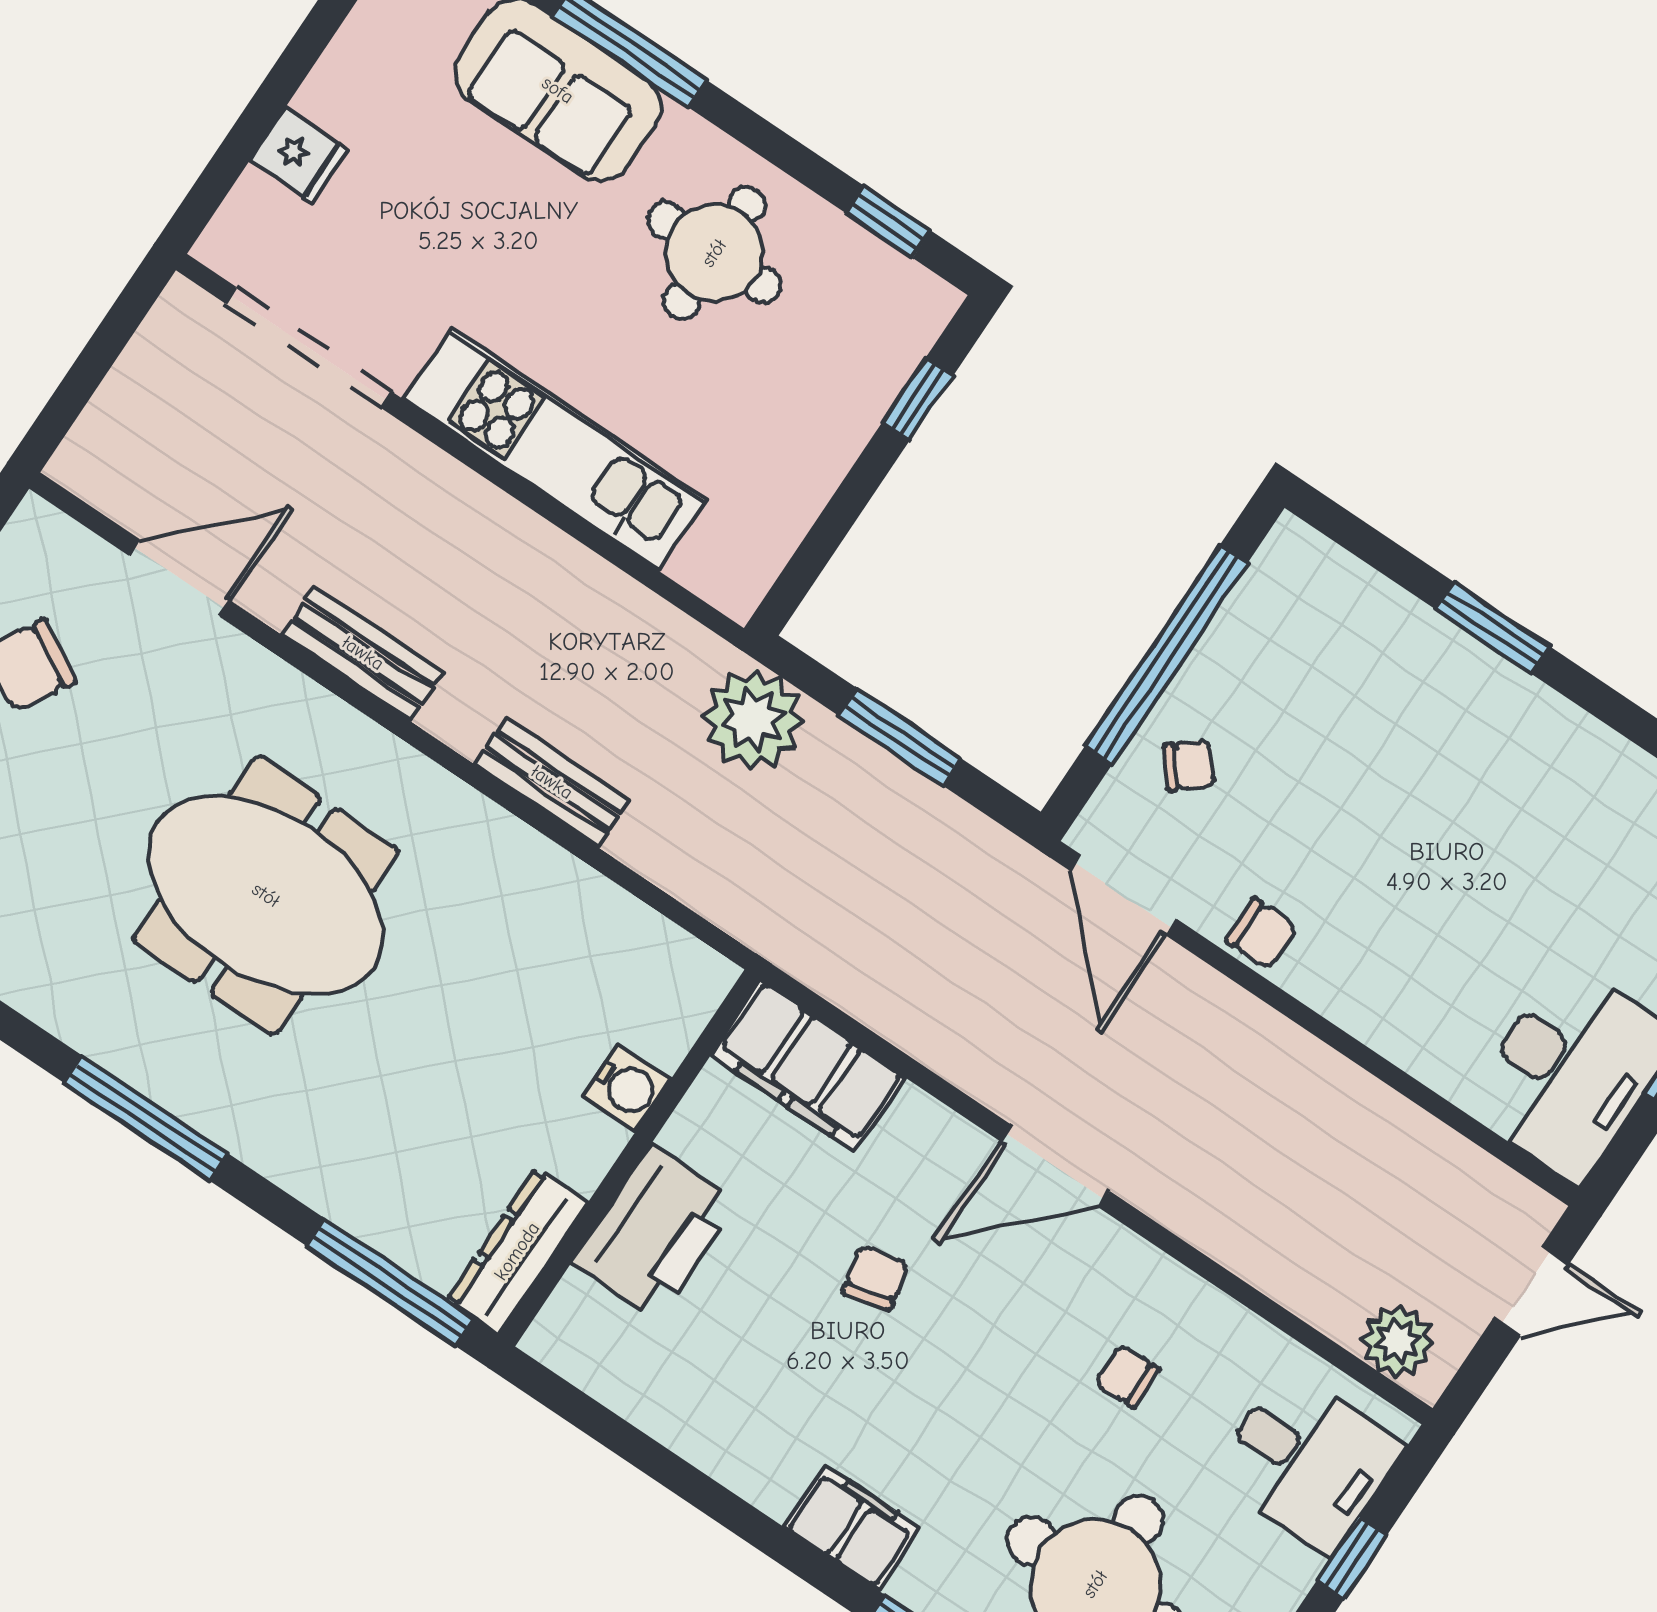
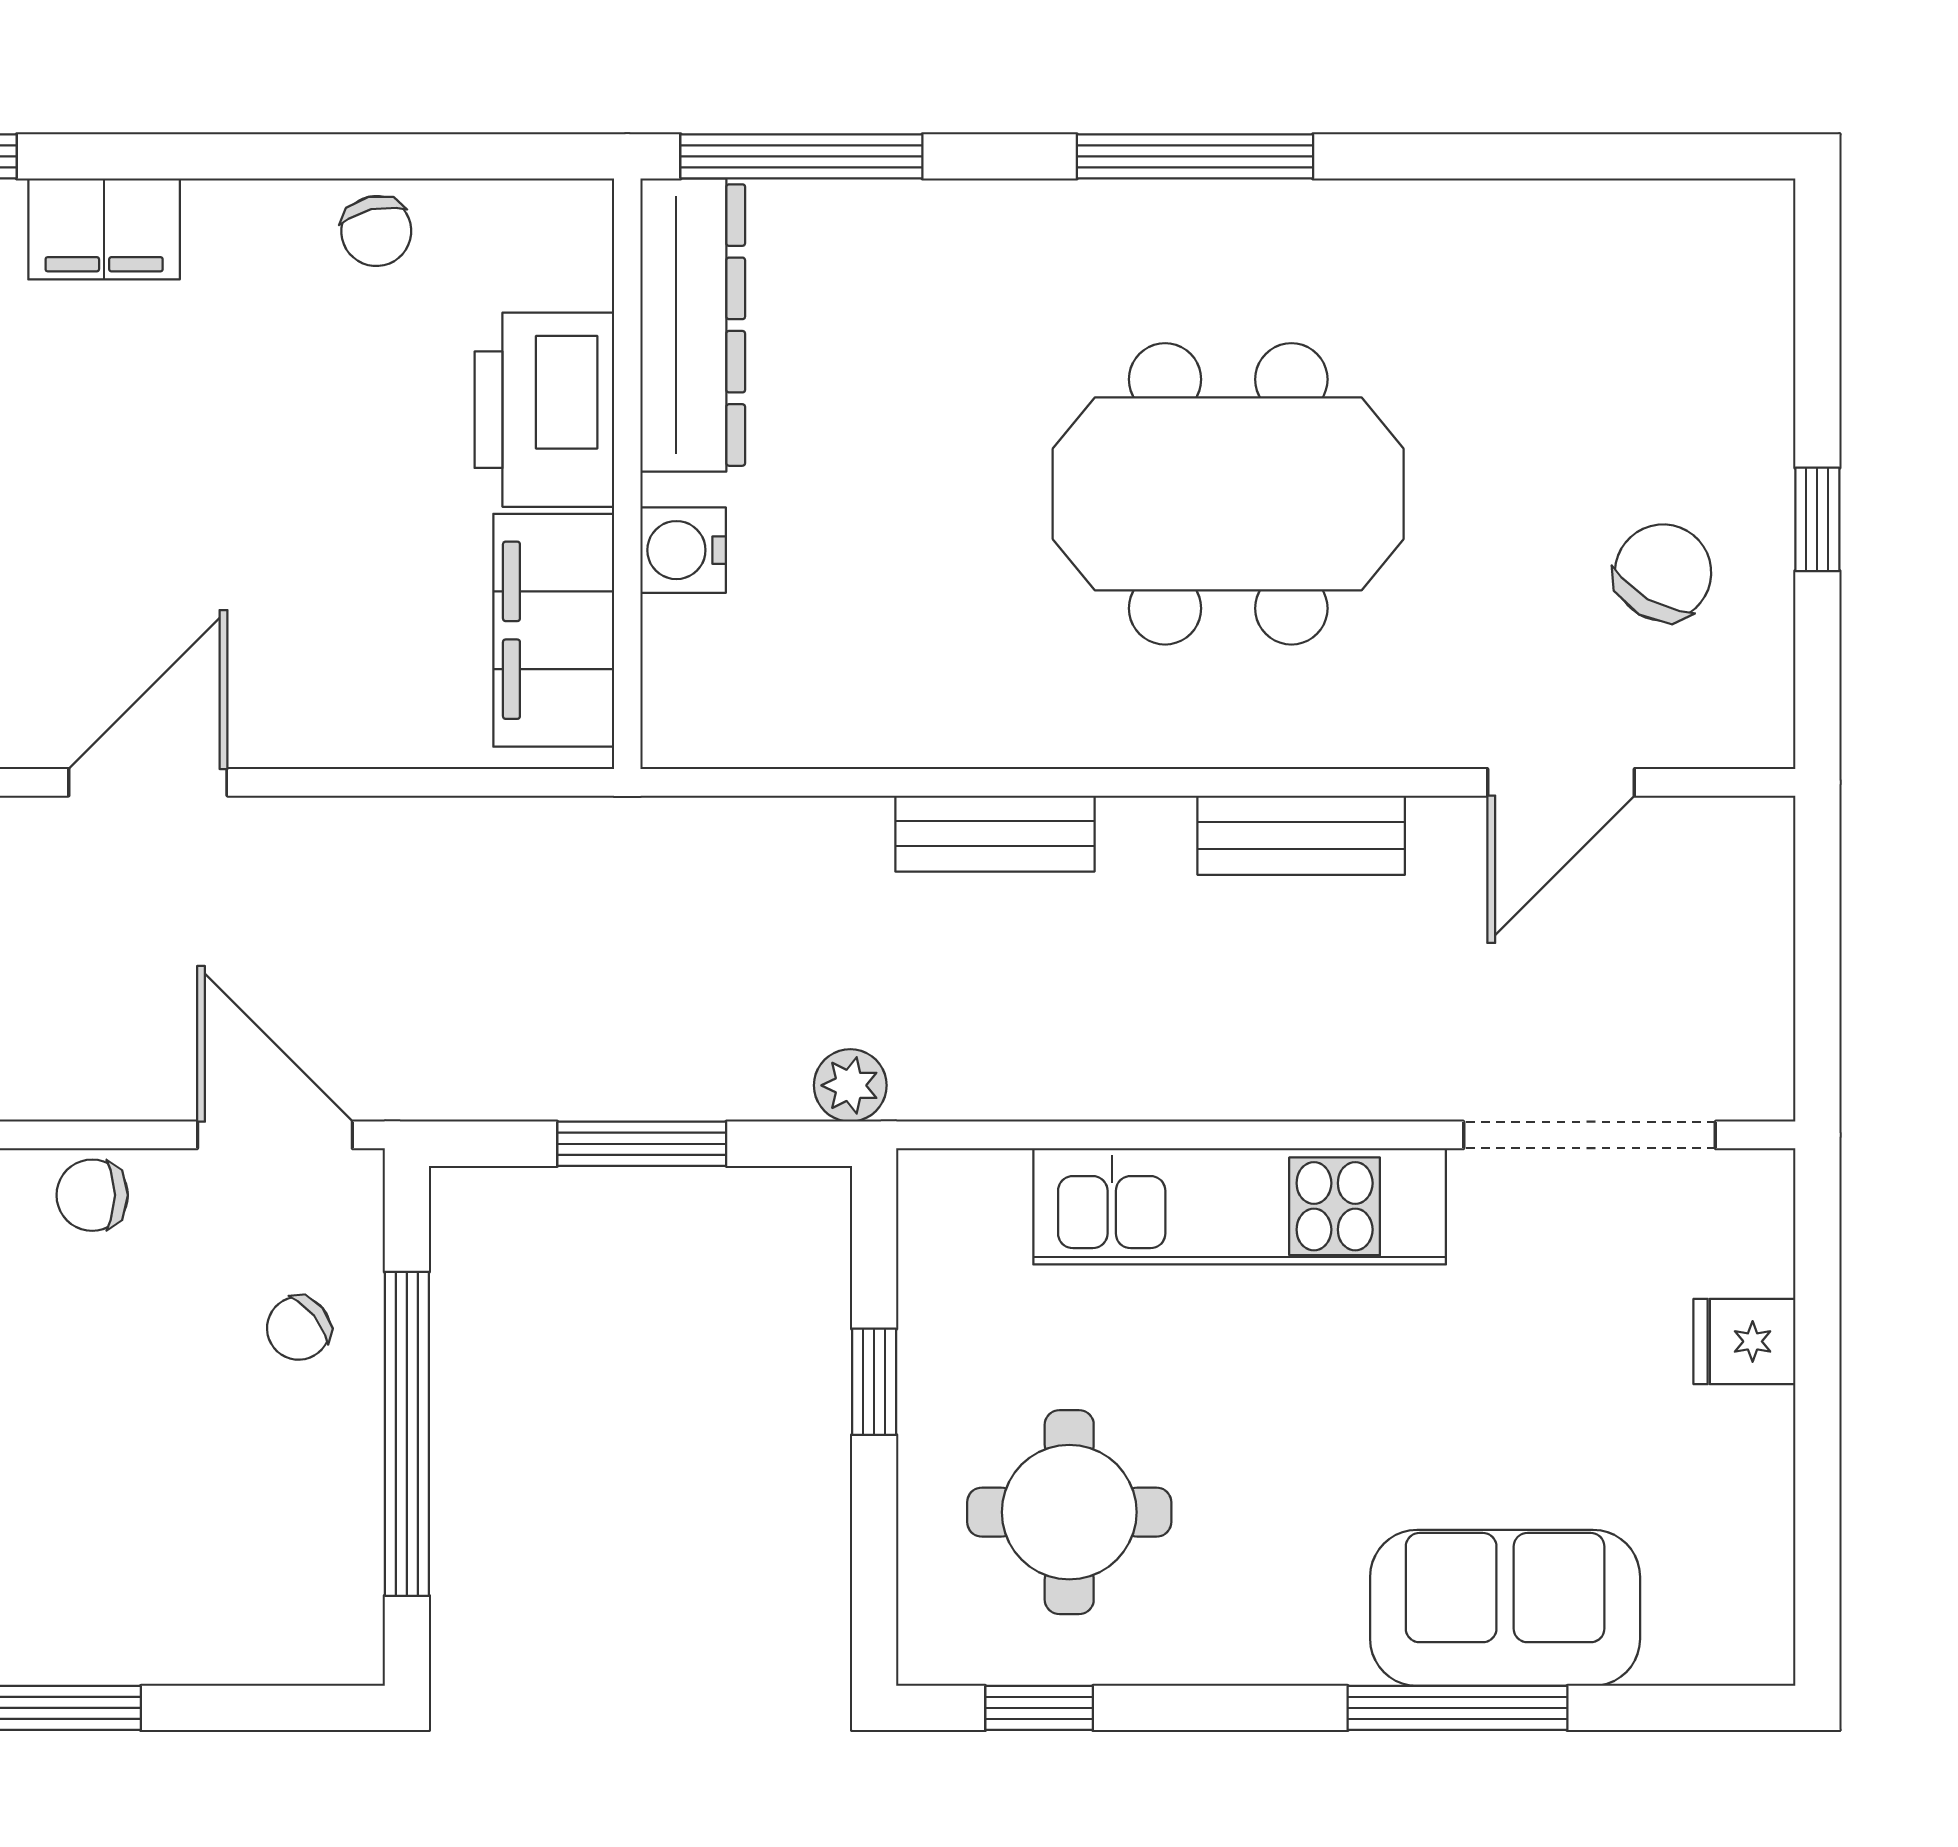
round table: (714, 253) -> (1069, 1512), moved
window: (918, 399) -> (874, 1382), moved
plant: (753, 719) -> (850, 1085), width x0.53, depth x0.53
filing cabinet: (808, 1066) -> (554, 630), moved, turned -90
dresser: (517, 1251) -> (693, 325), width x1.37, depth x1.24
chair: (875, 1278) -> (376, 231), moved

